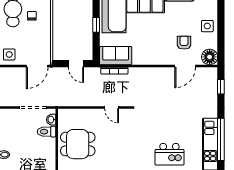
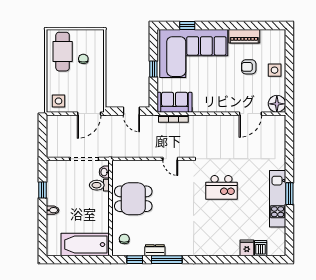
armchair: (184, 43) -> (249, 67), moved, turned -90
window: (221, 87) -> (289, 136), removed
window: (221, 139) -> (289, 194), width x0.47
kitchen island: (169, 154) -> (221, 187), moved

